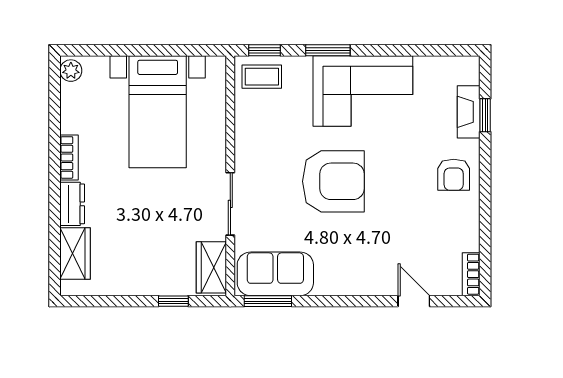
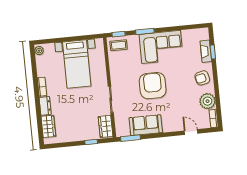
armchair: (454, 175) -> (202, 78), turned 77
armchair: (333, 181) -> (153, 86), turned -90
plant: (461, 231) -> (208, 101), added
sofa: (275, 274) -> (146, 125), moved

